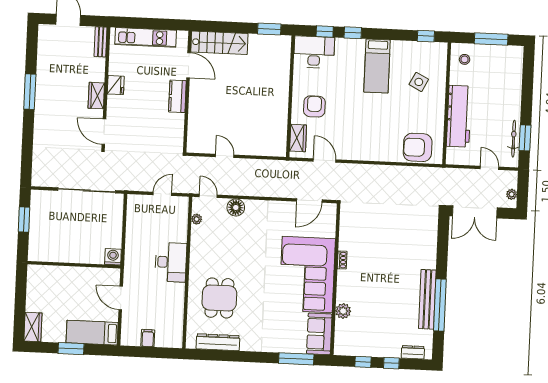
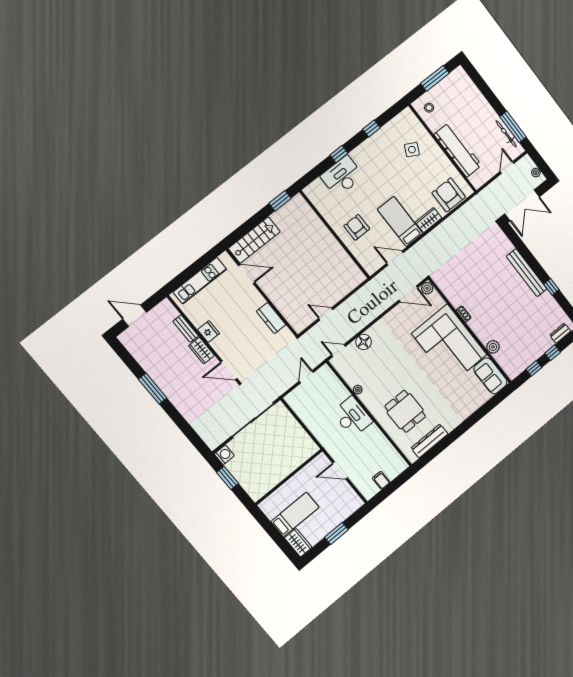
window: (325, 31) -> (319, 170), removed
window: (426, 36) -> (371, 128), moved
bench: (101, 42) -> (186, 329), moved
desk: (314, 52) -> (342, 176), moved
bed: (377, 66) -> (400, 221), moved, turned 180
kitchen counter: (177, 96) -> (271, 318), moved
wardrobe: (298, 138) -> (429, 220), moved, turned -90
window: (525, 138) -> (513, 127), width x1.44
armchair: (418, 147) -> (449, 195), turned 90
door: (490, 168) -> (507, 167), hinge flipped
door: (309, 201) -> (408, 294), hinge flipped
plant: (330, 210) -> (427, 288), added
plant: (197, 219) -> (358, 390), moved
washing machine: (113, 257) -> (224, 455), moved, turned 90
bench: (427, 299) -> (527, 273), moved
window: (440, 305) -> (551, 287), width x0.32
bed: (92, 333) -> (295, 514), moved, turned 180
window: (296, 359) -> (490, 405), removed

